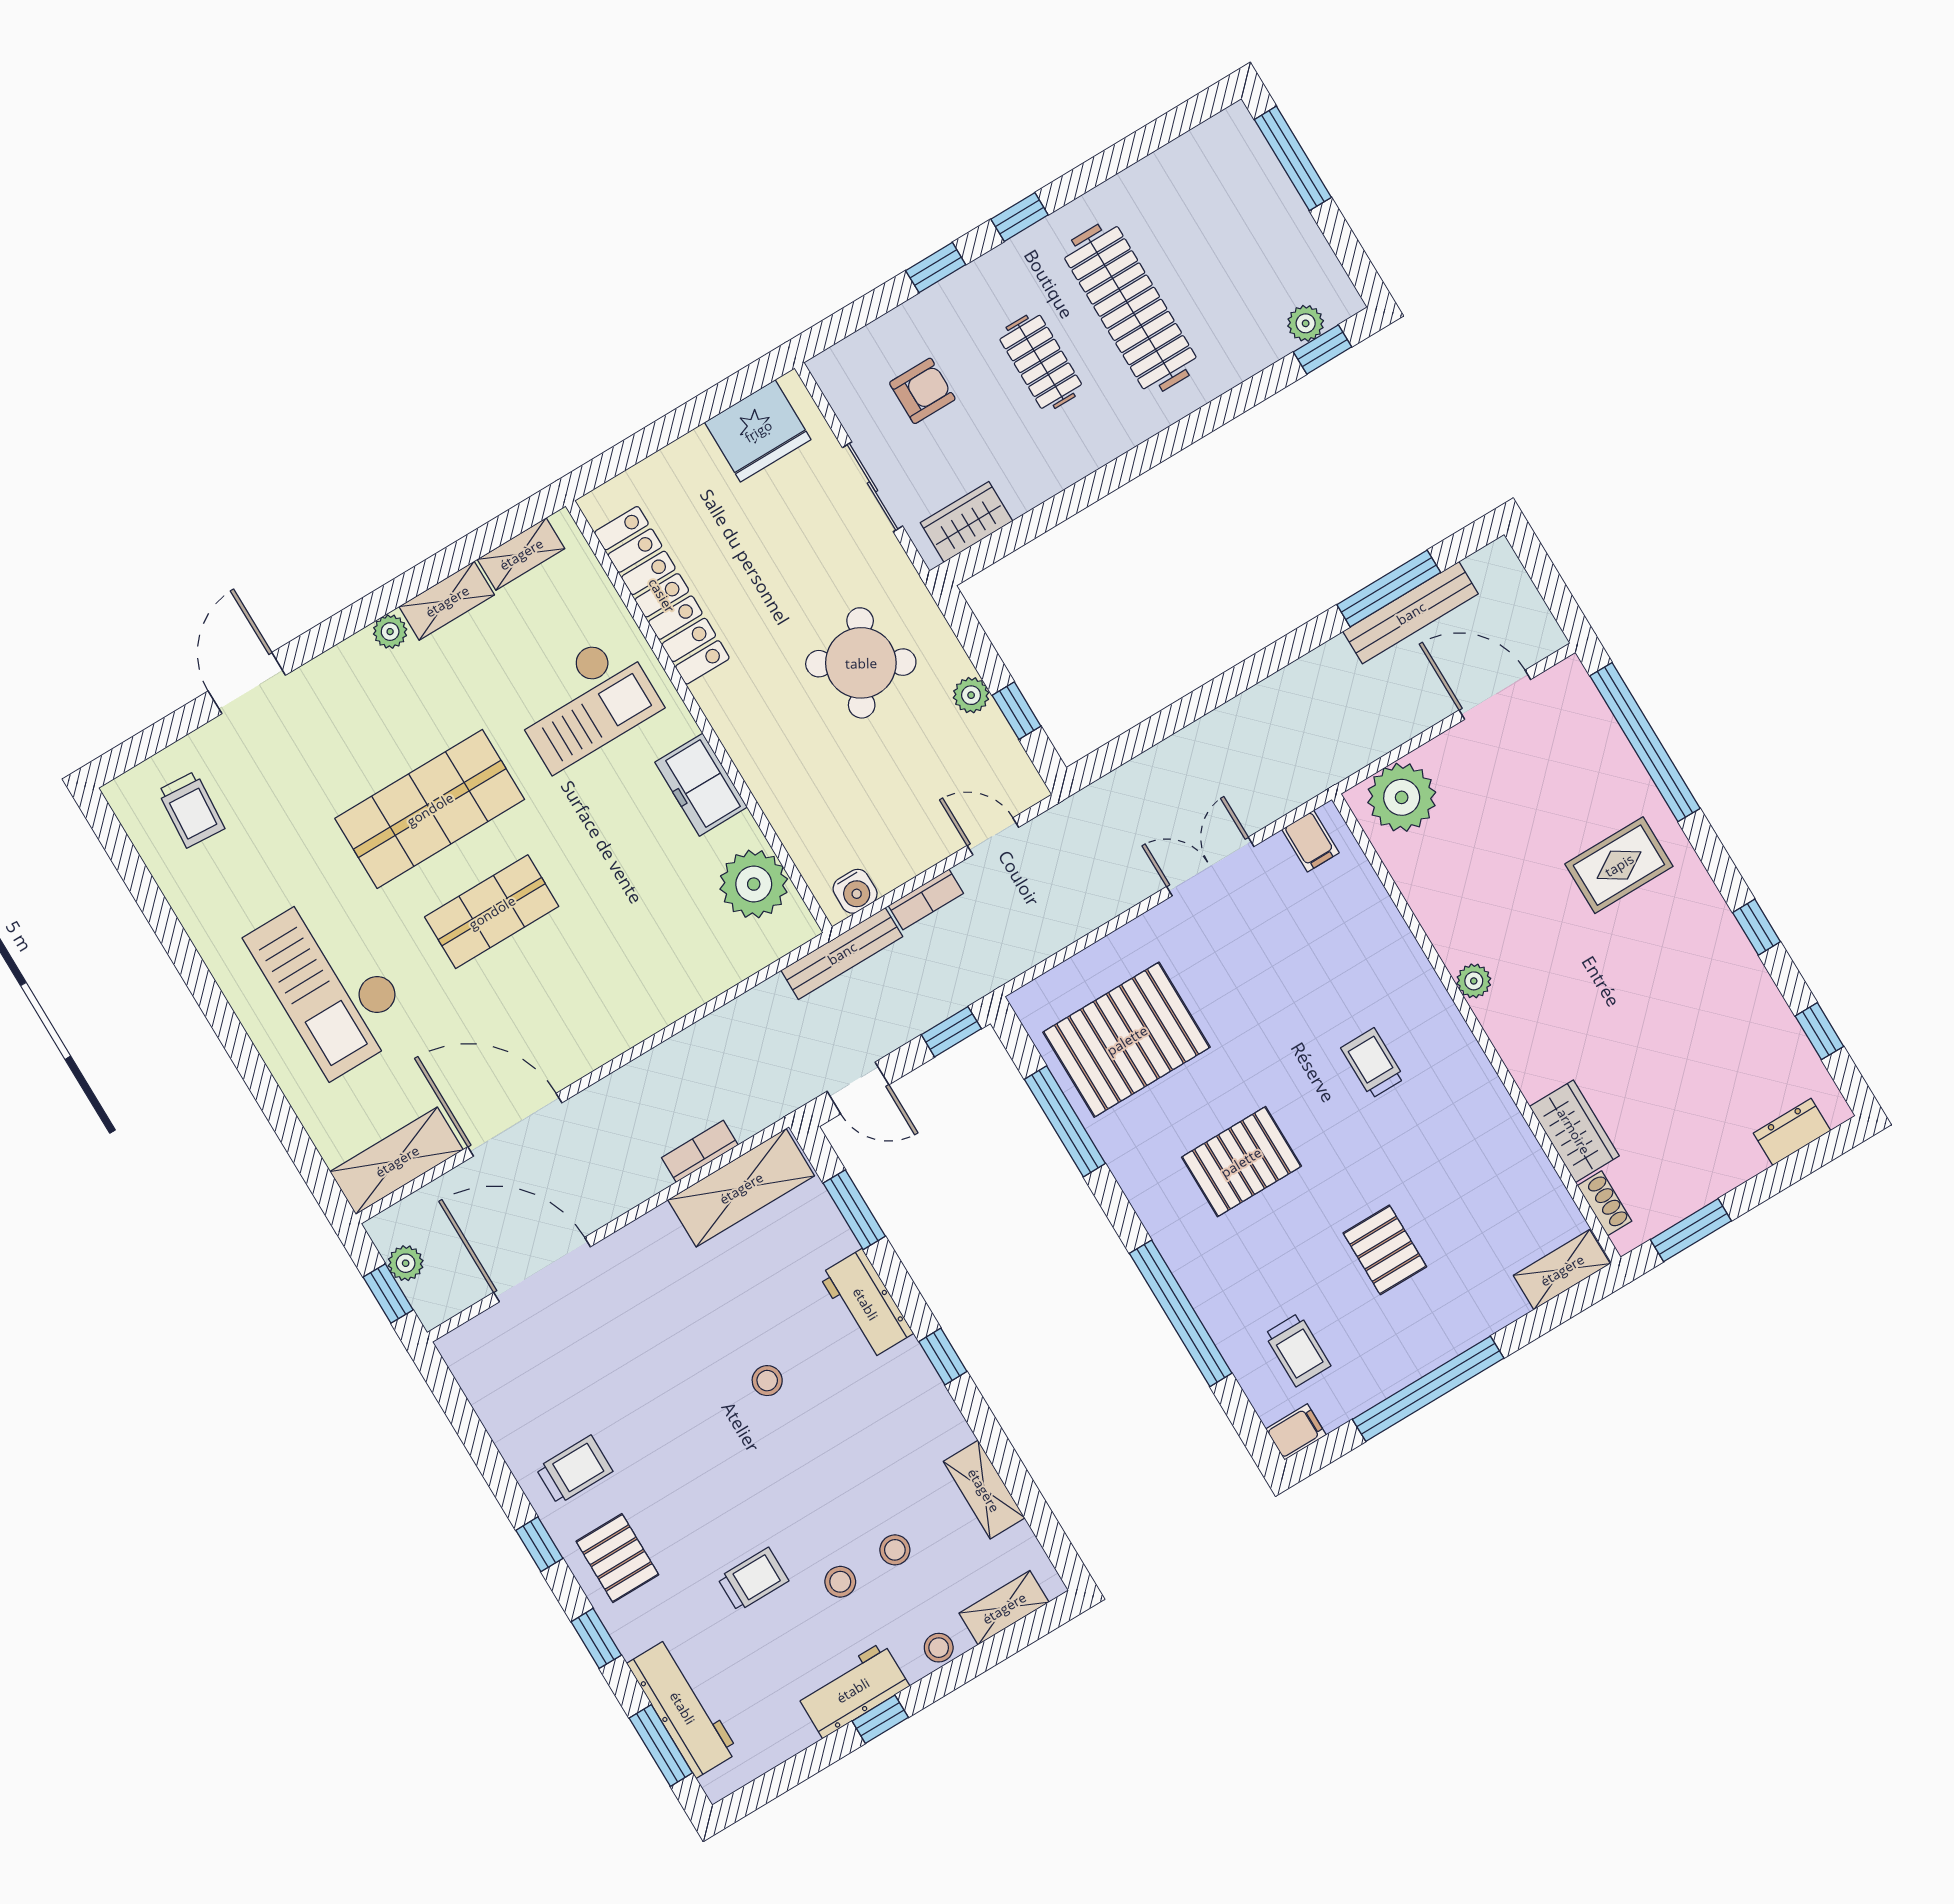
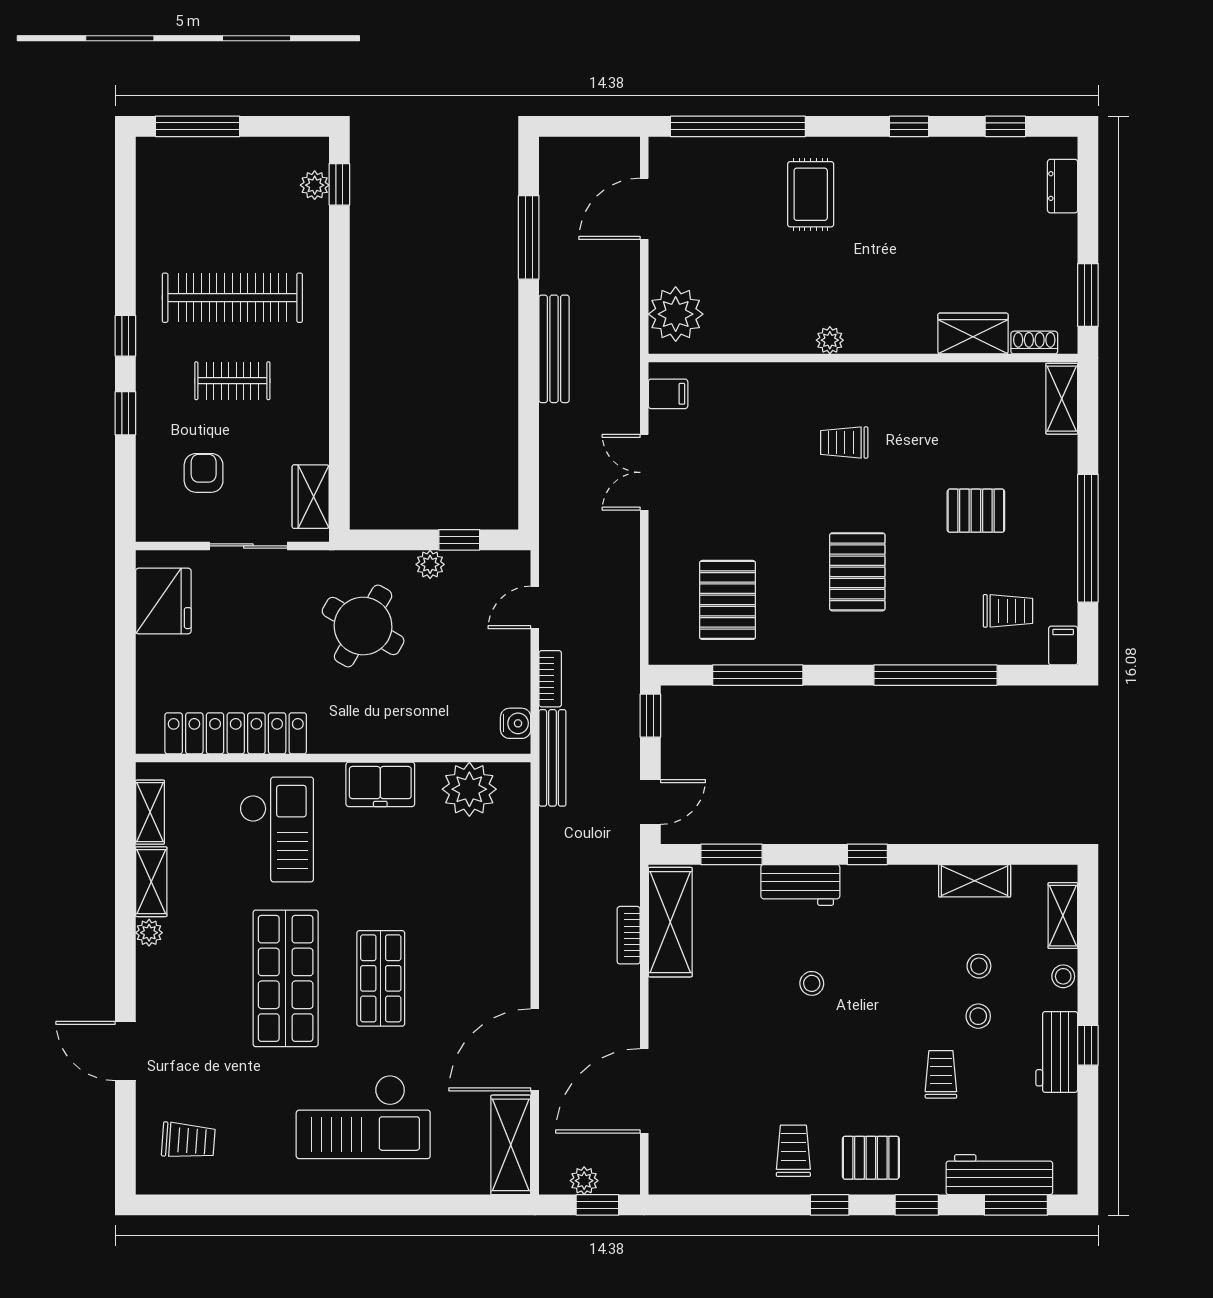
bench: (1411, 613) -> (554, 349), moved
pallet: (1127, 1040) -> (728, 600), width x0.73, depth x0.71

